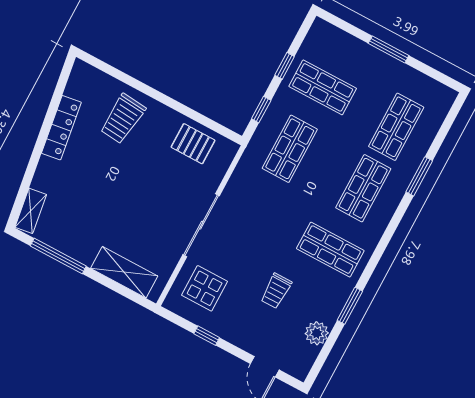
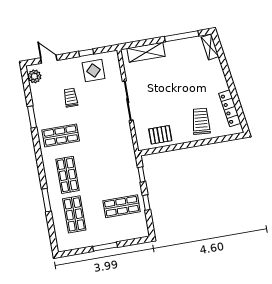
locker: (61, 128) -> (230, 108), moved
shop shelf: (290, 149) -> (115, 167), removed
display table: (205, 288) -> (94, 71), moved
plant: (317, 333) -> (34, 76), moved

